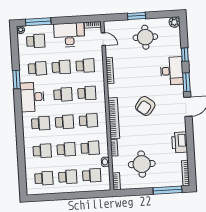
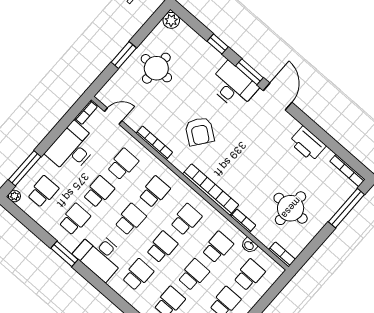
desk: (172, 71) -> (233, 86), moved
armchair: (145, 106) -> (200, 131), moved

